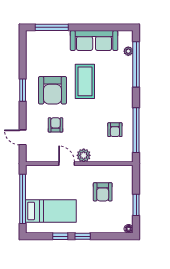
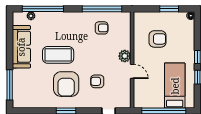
armchair: (52, 90) -> (66, 84), turned 90
door: (67, 164) -> (132, 71), swing flipped

